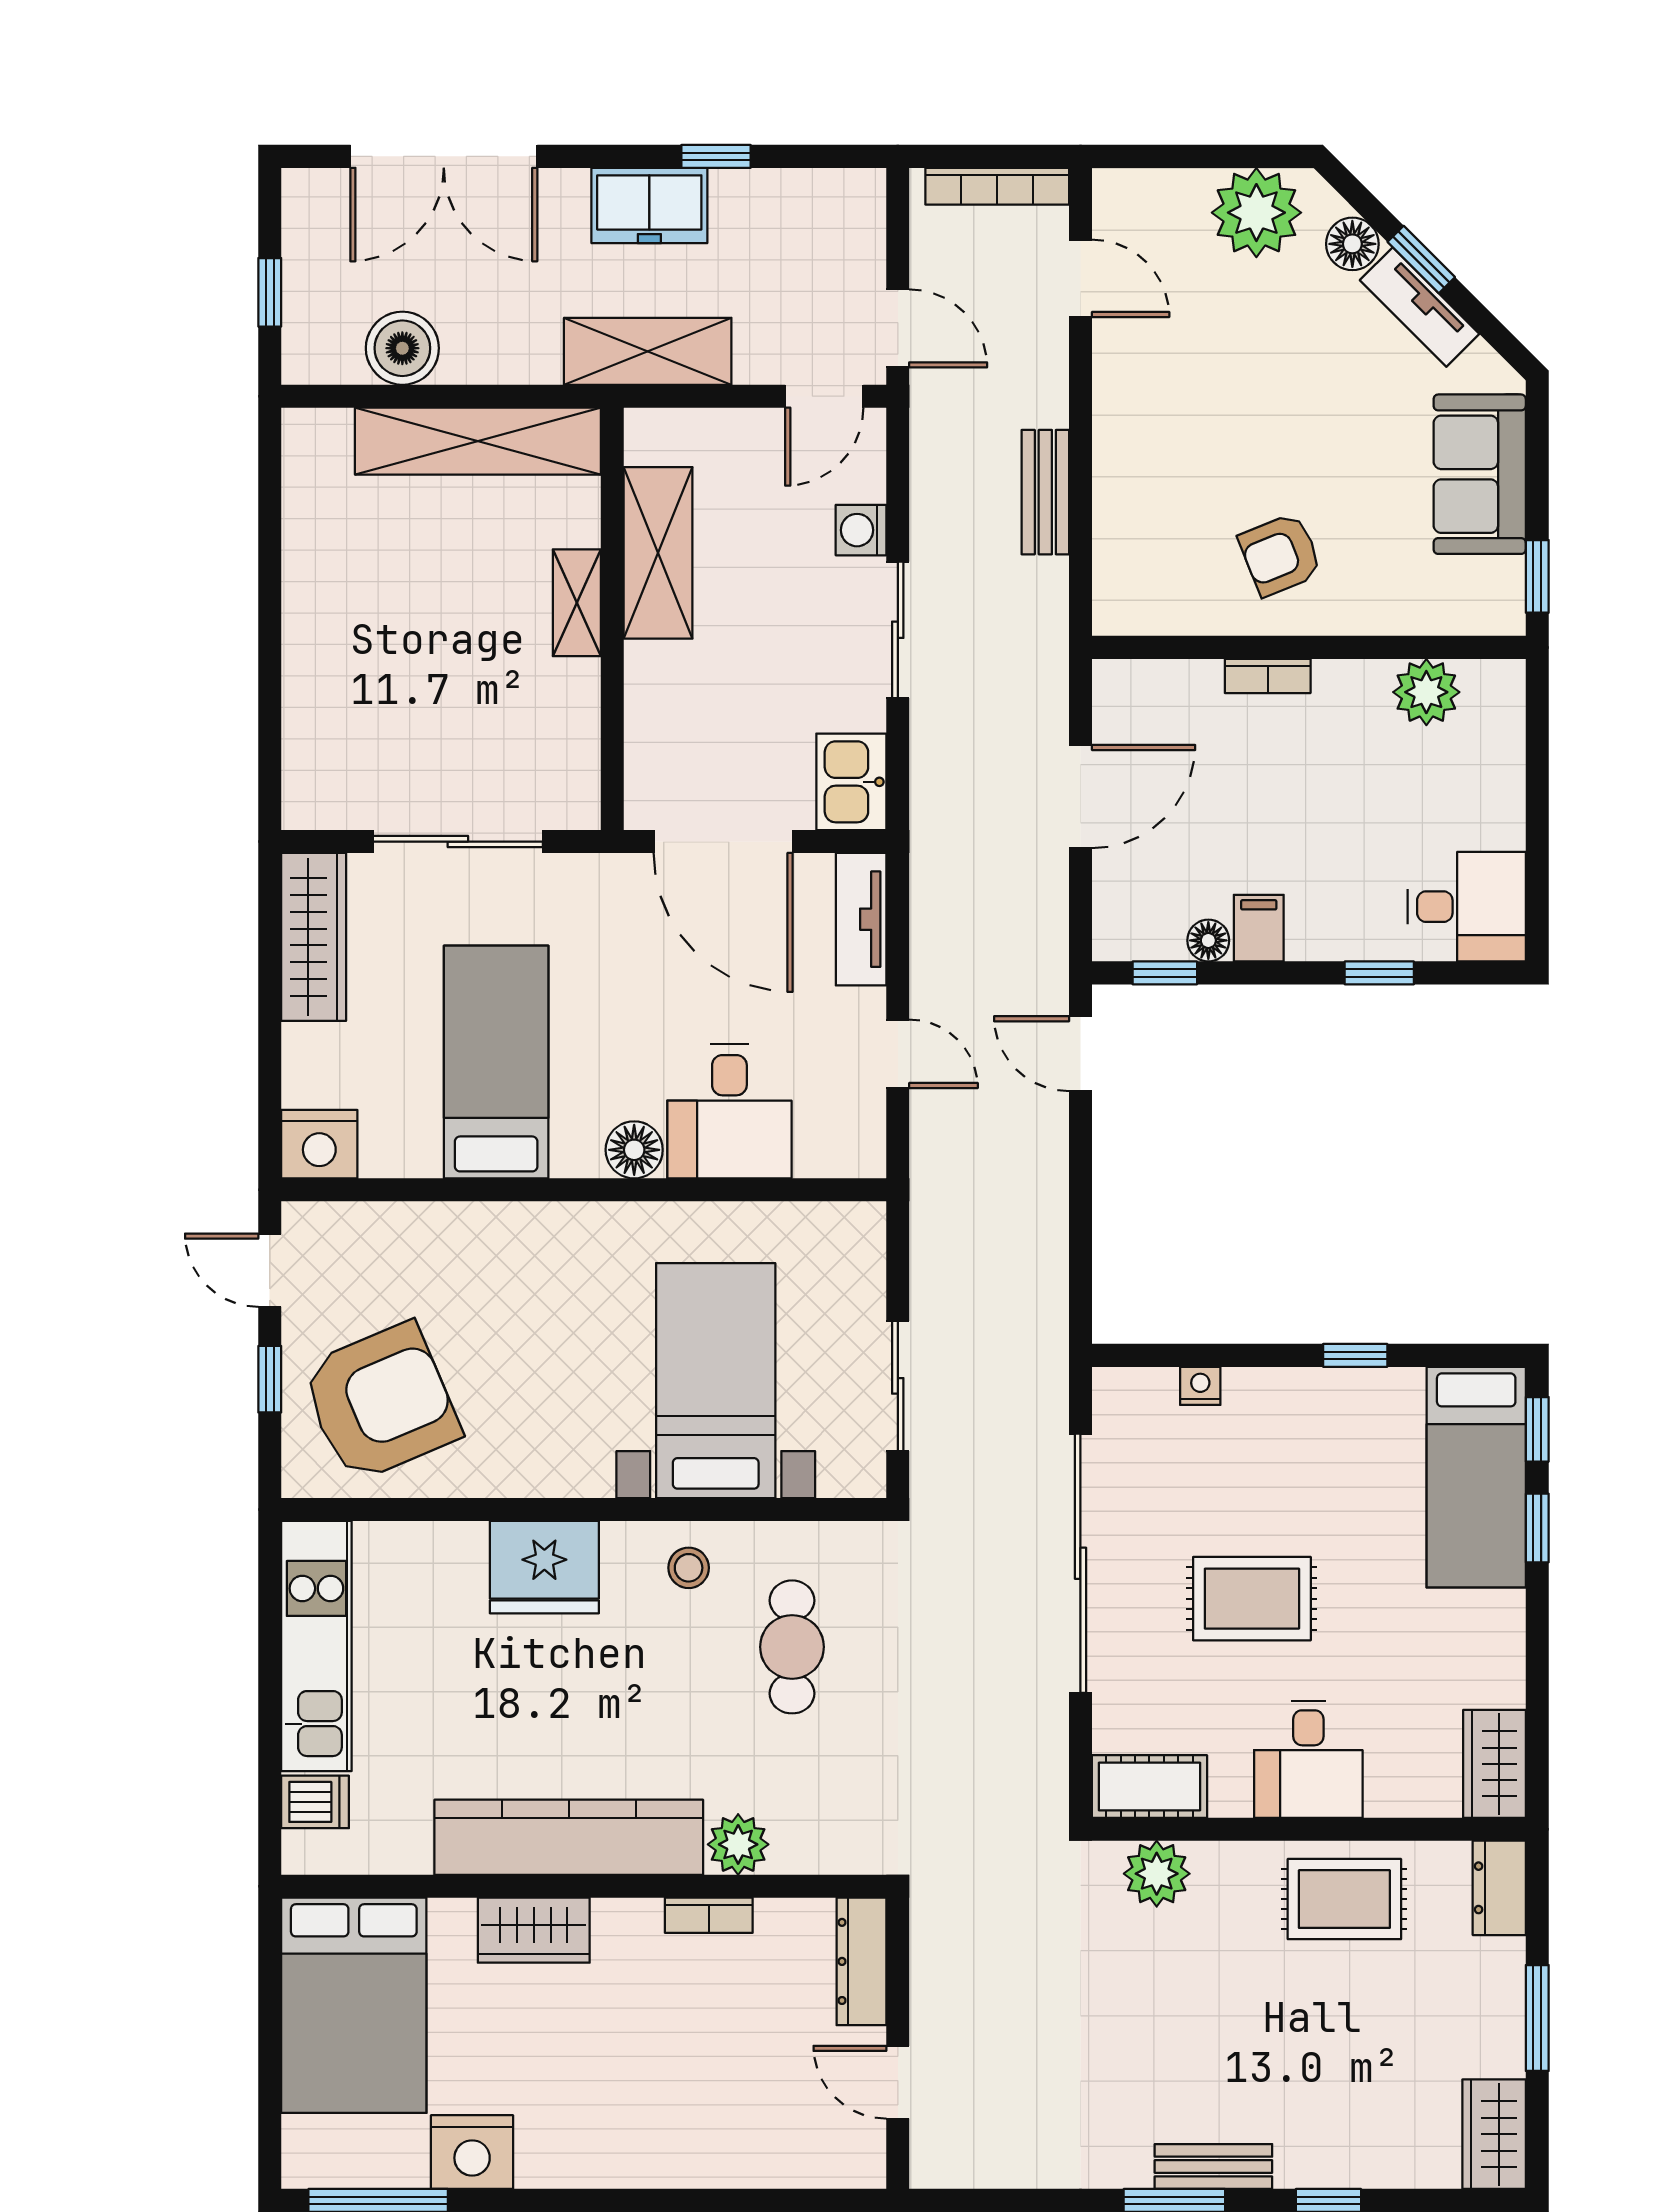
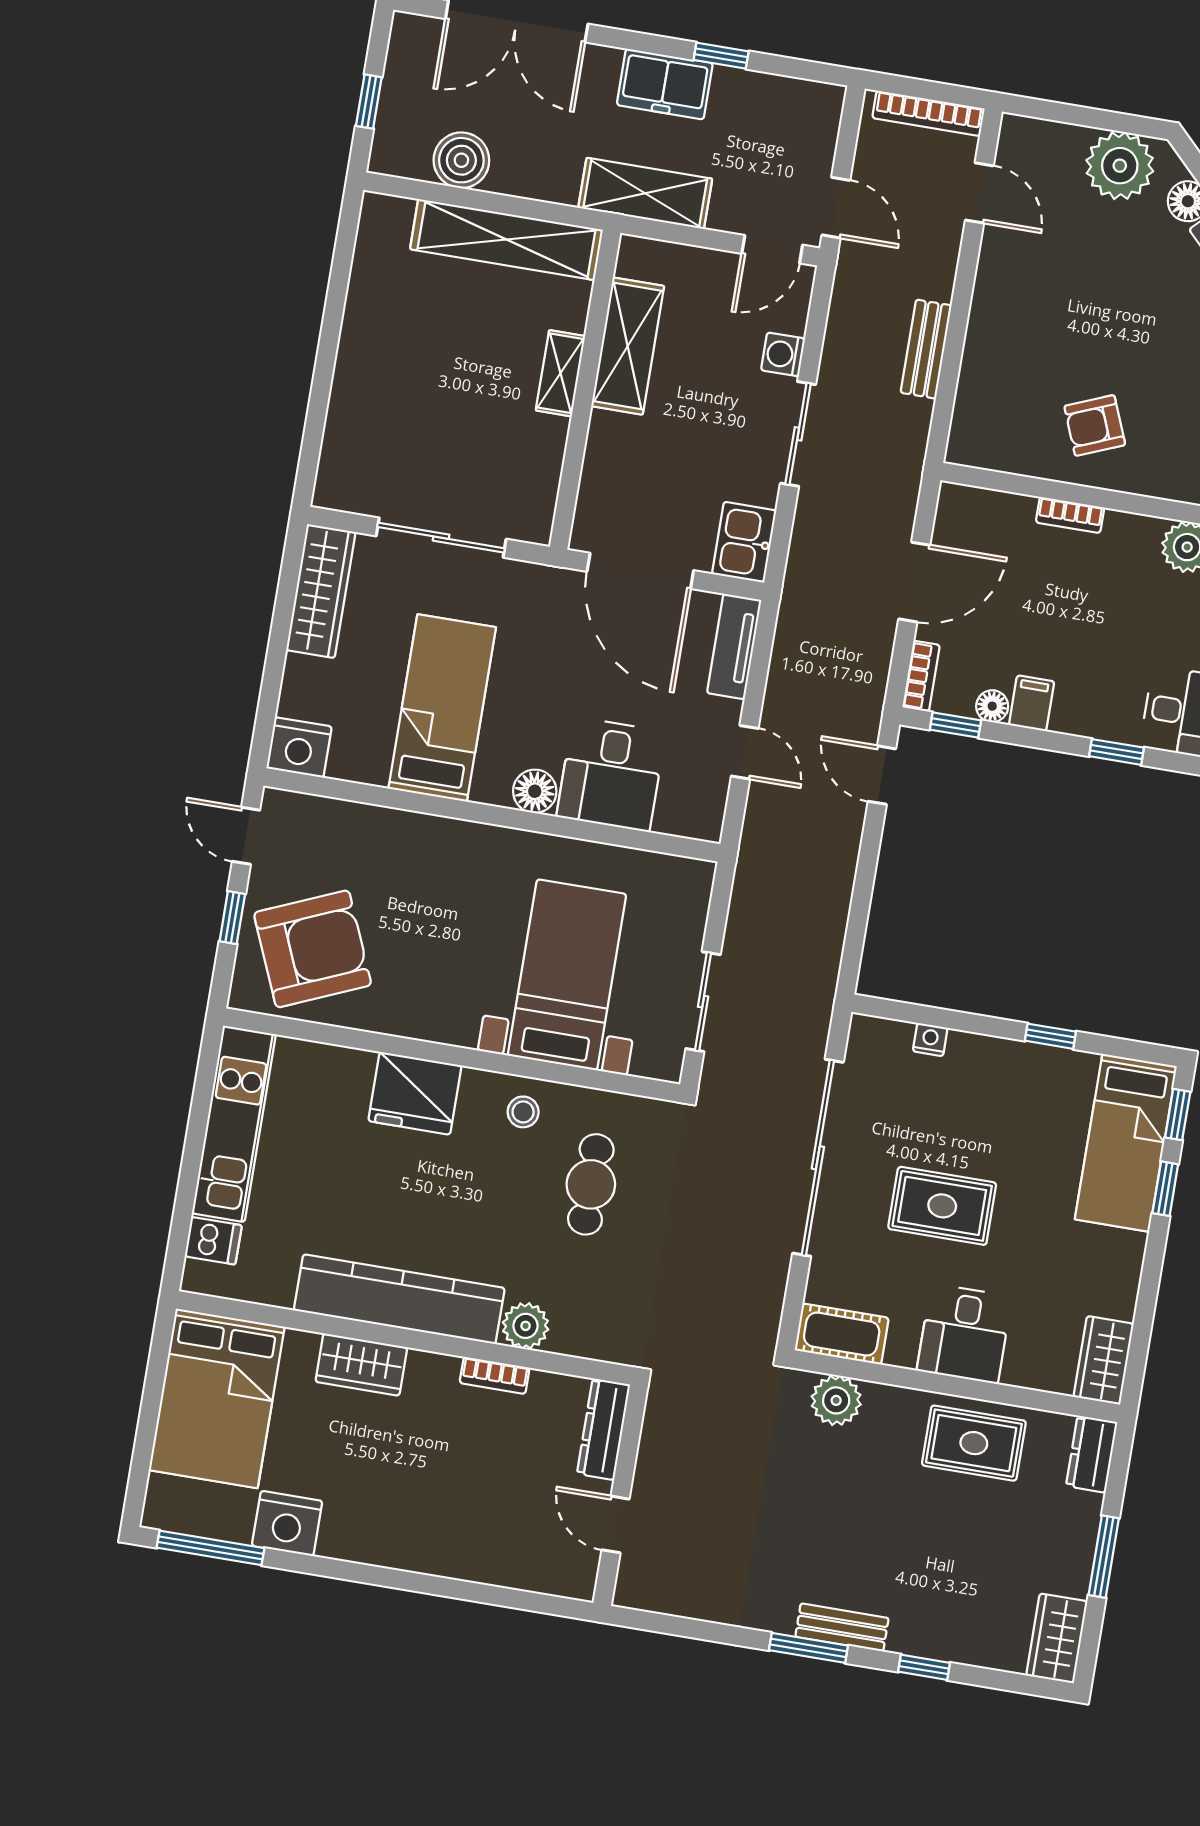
bookcase: (1110, 917) -> (921, 676), added

